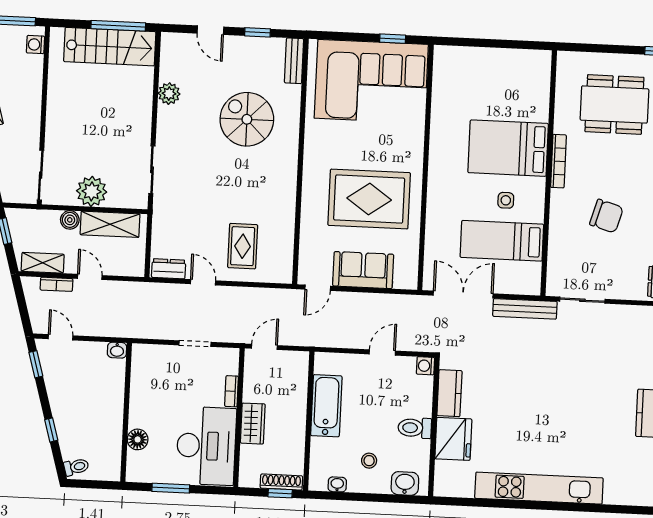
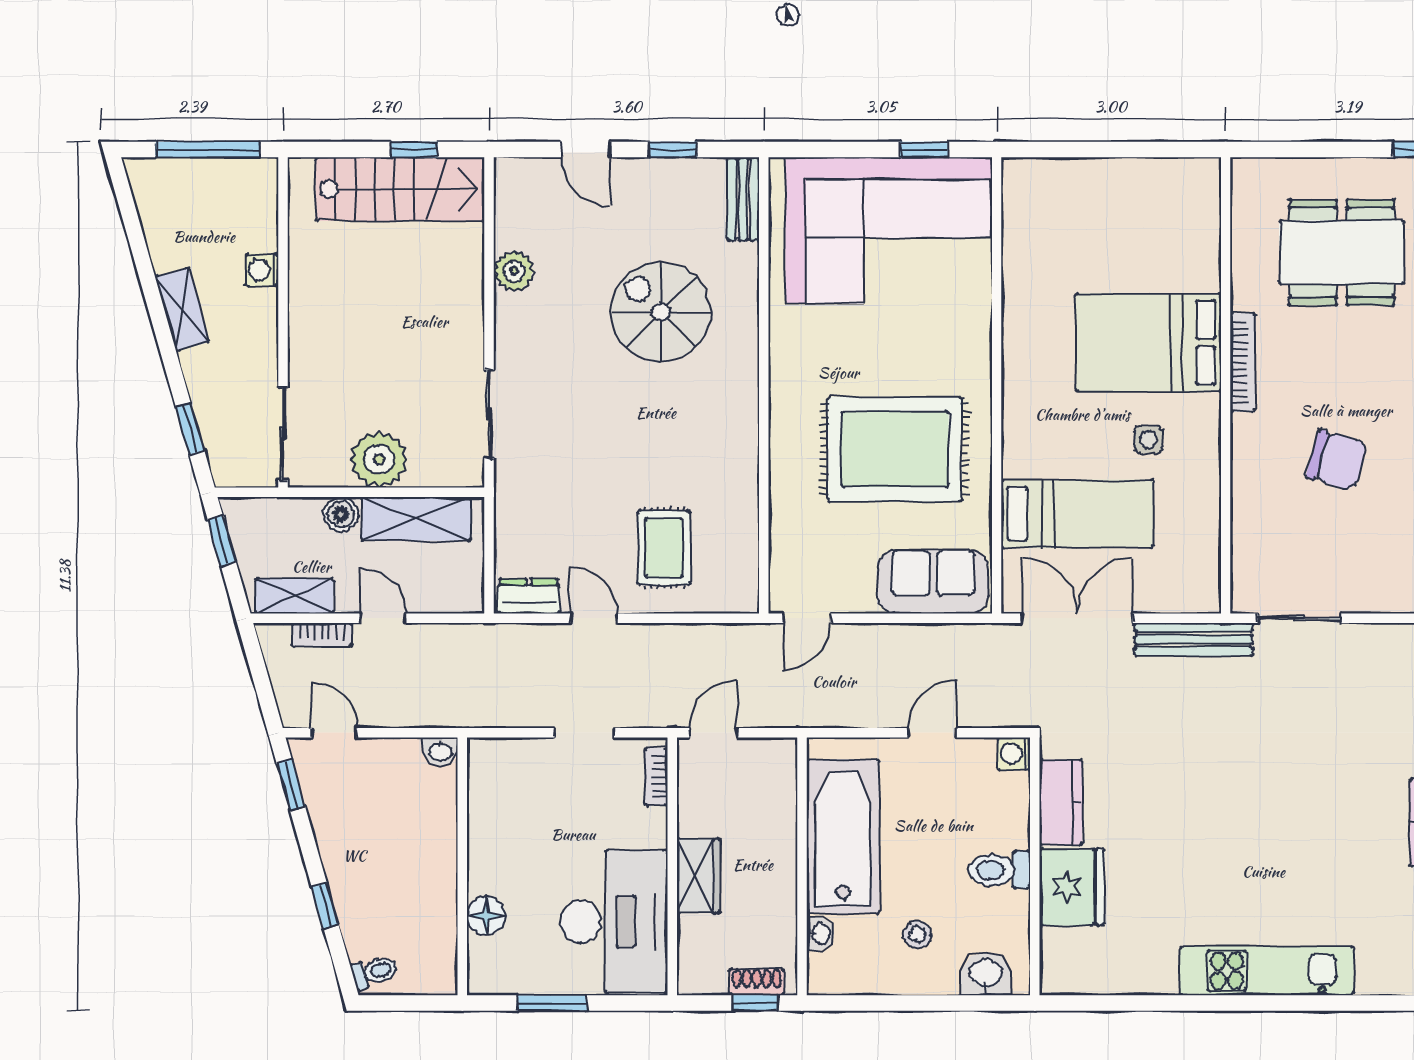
window: (118, 26) -> (414, 150), width x0.46
washing machine: (35, 45) -> (262, 270), moved
bed: (502, 241) -> (1077, 514), moved, turned 180
sofa: (363, 270) -> (933, 582), moved
bookcase: (232, 391) -> (656, 777), moved
bathtub: (326, 406) -> (843, 837), width x1.36, depth x1.36
shoe rack: (281, 482) -> (757, 982), width x0.70
washbasin: (337, 484) -> (820, 934), moved, turned 90
kitchen unit: (539, 488) -> (1267, 971), width x0.73

